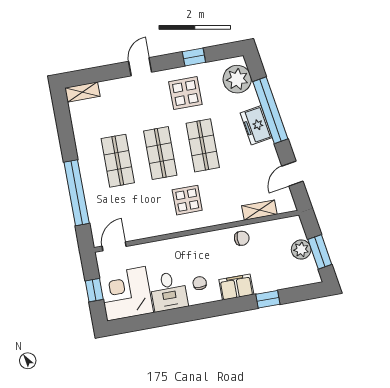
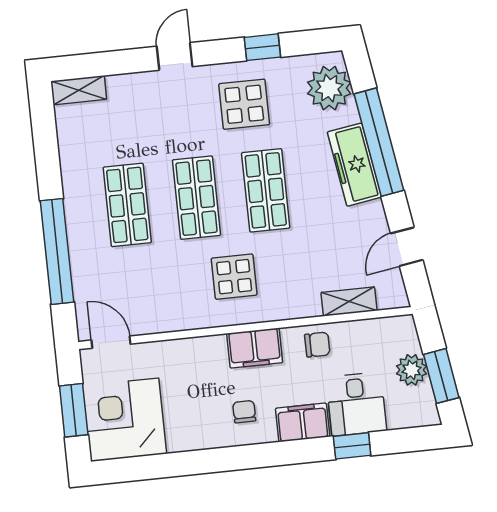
freezer: (256, 125) -> (354, 165), width x1.40
filing cabinet: (203, 243) -> (255, 348), added
door: (114, 246) -> (111, 342), hinge flipped
window: (94, 290) -> (74, 410), width x1.50
desk: (169, 291) -> (356, 404), moved

